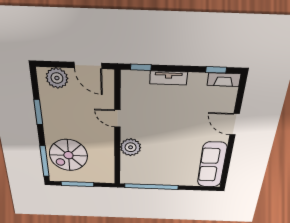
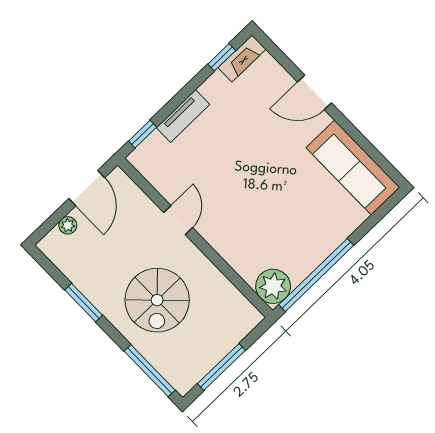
door: (88, 65) -> (87, 188), hinge flipped
plant: (57, 78) -> (68, 225), width x0.53, depth x0.53
door: (117, 118) -> (178, 220), swing flipped
plant: (131, 147) -> (273, 286), moved
spiral stairs: (68, 155) -> (157, 300), moved

